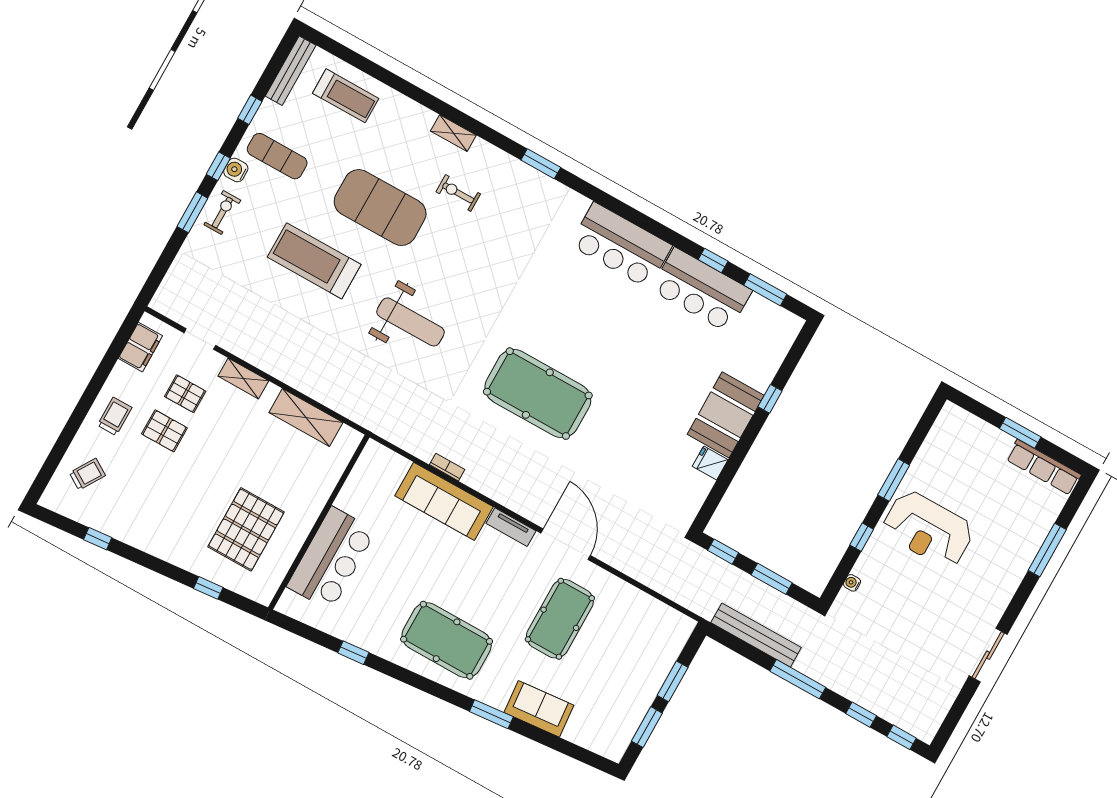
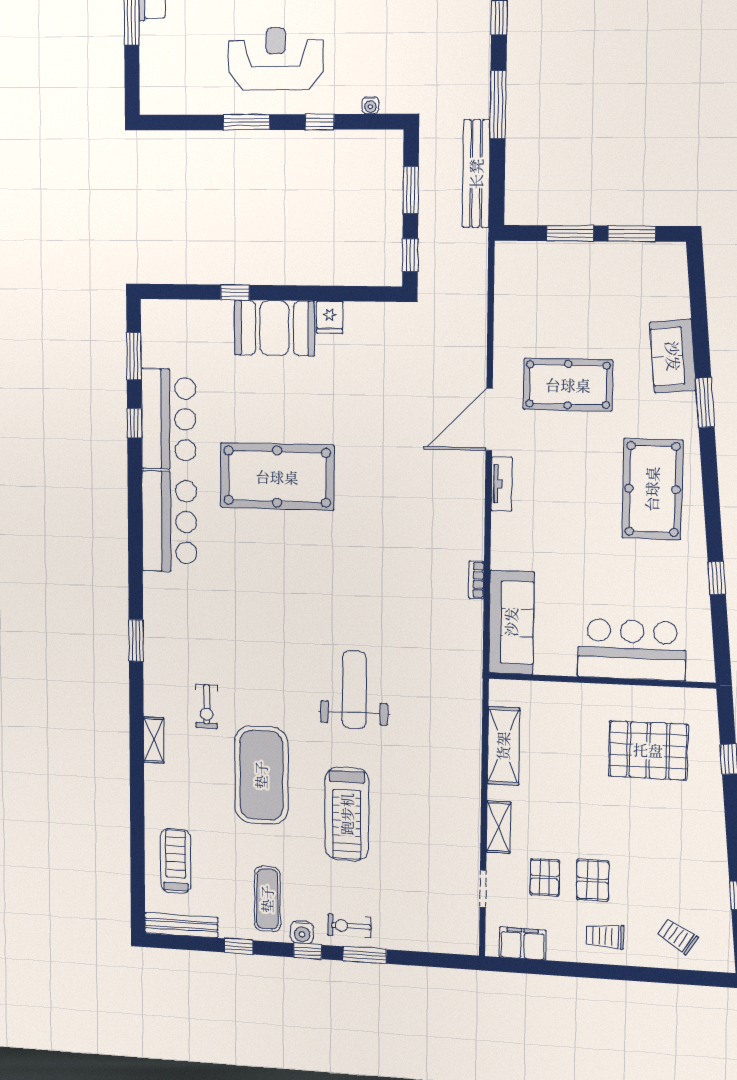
pool table: (538, 394) -> (277, 477), moved, turned 90
sofa: (444, 501) -> (511, 622), moved
reception desk: (928, 529) -> (276, 59), turned -90

